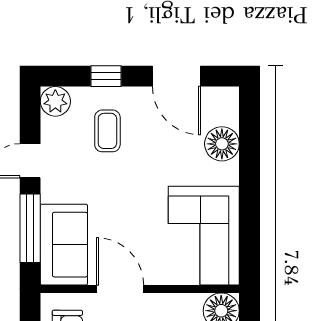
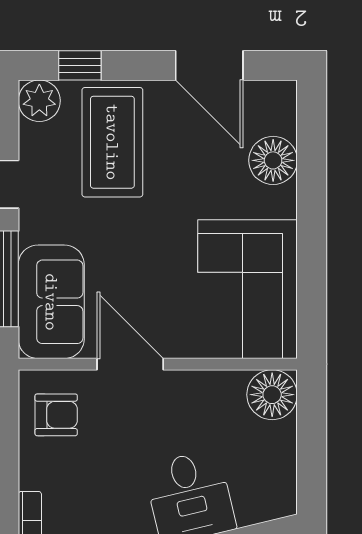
window: (106, 76) -> (80, 65), moved
coffee table: (107, 131) -> (112, 142), width x1.86, depth x1.72

